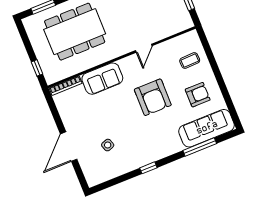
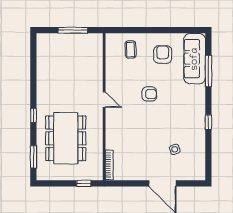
door: (144, 48) -> (104, 100), moved
sofa: (102, 79) -> (116, 131), removed
armchair: (153, 97) -> (149, 94), width x0.53, depth x0.53

